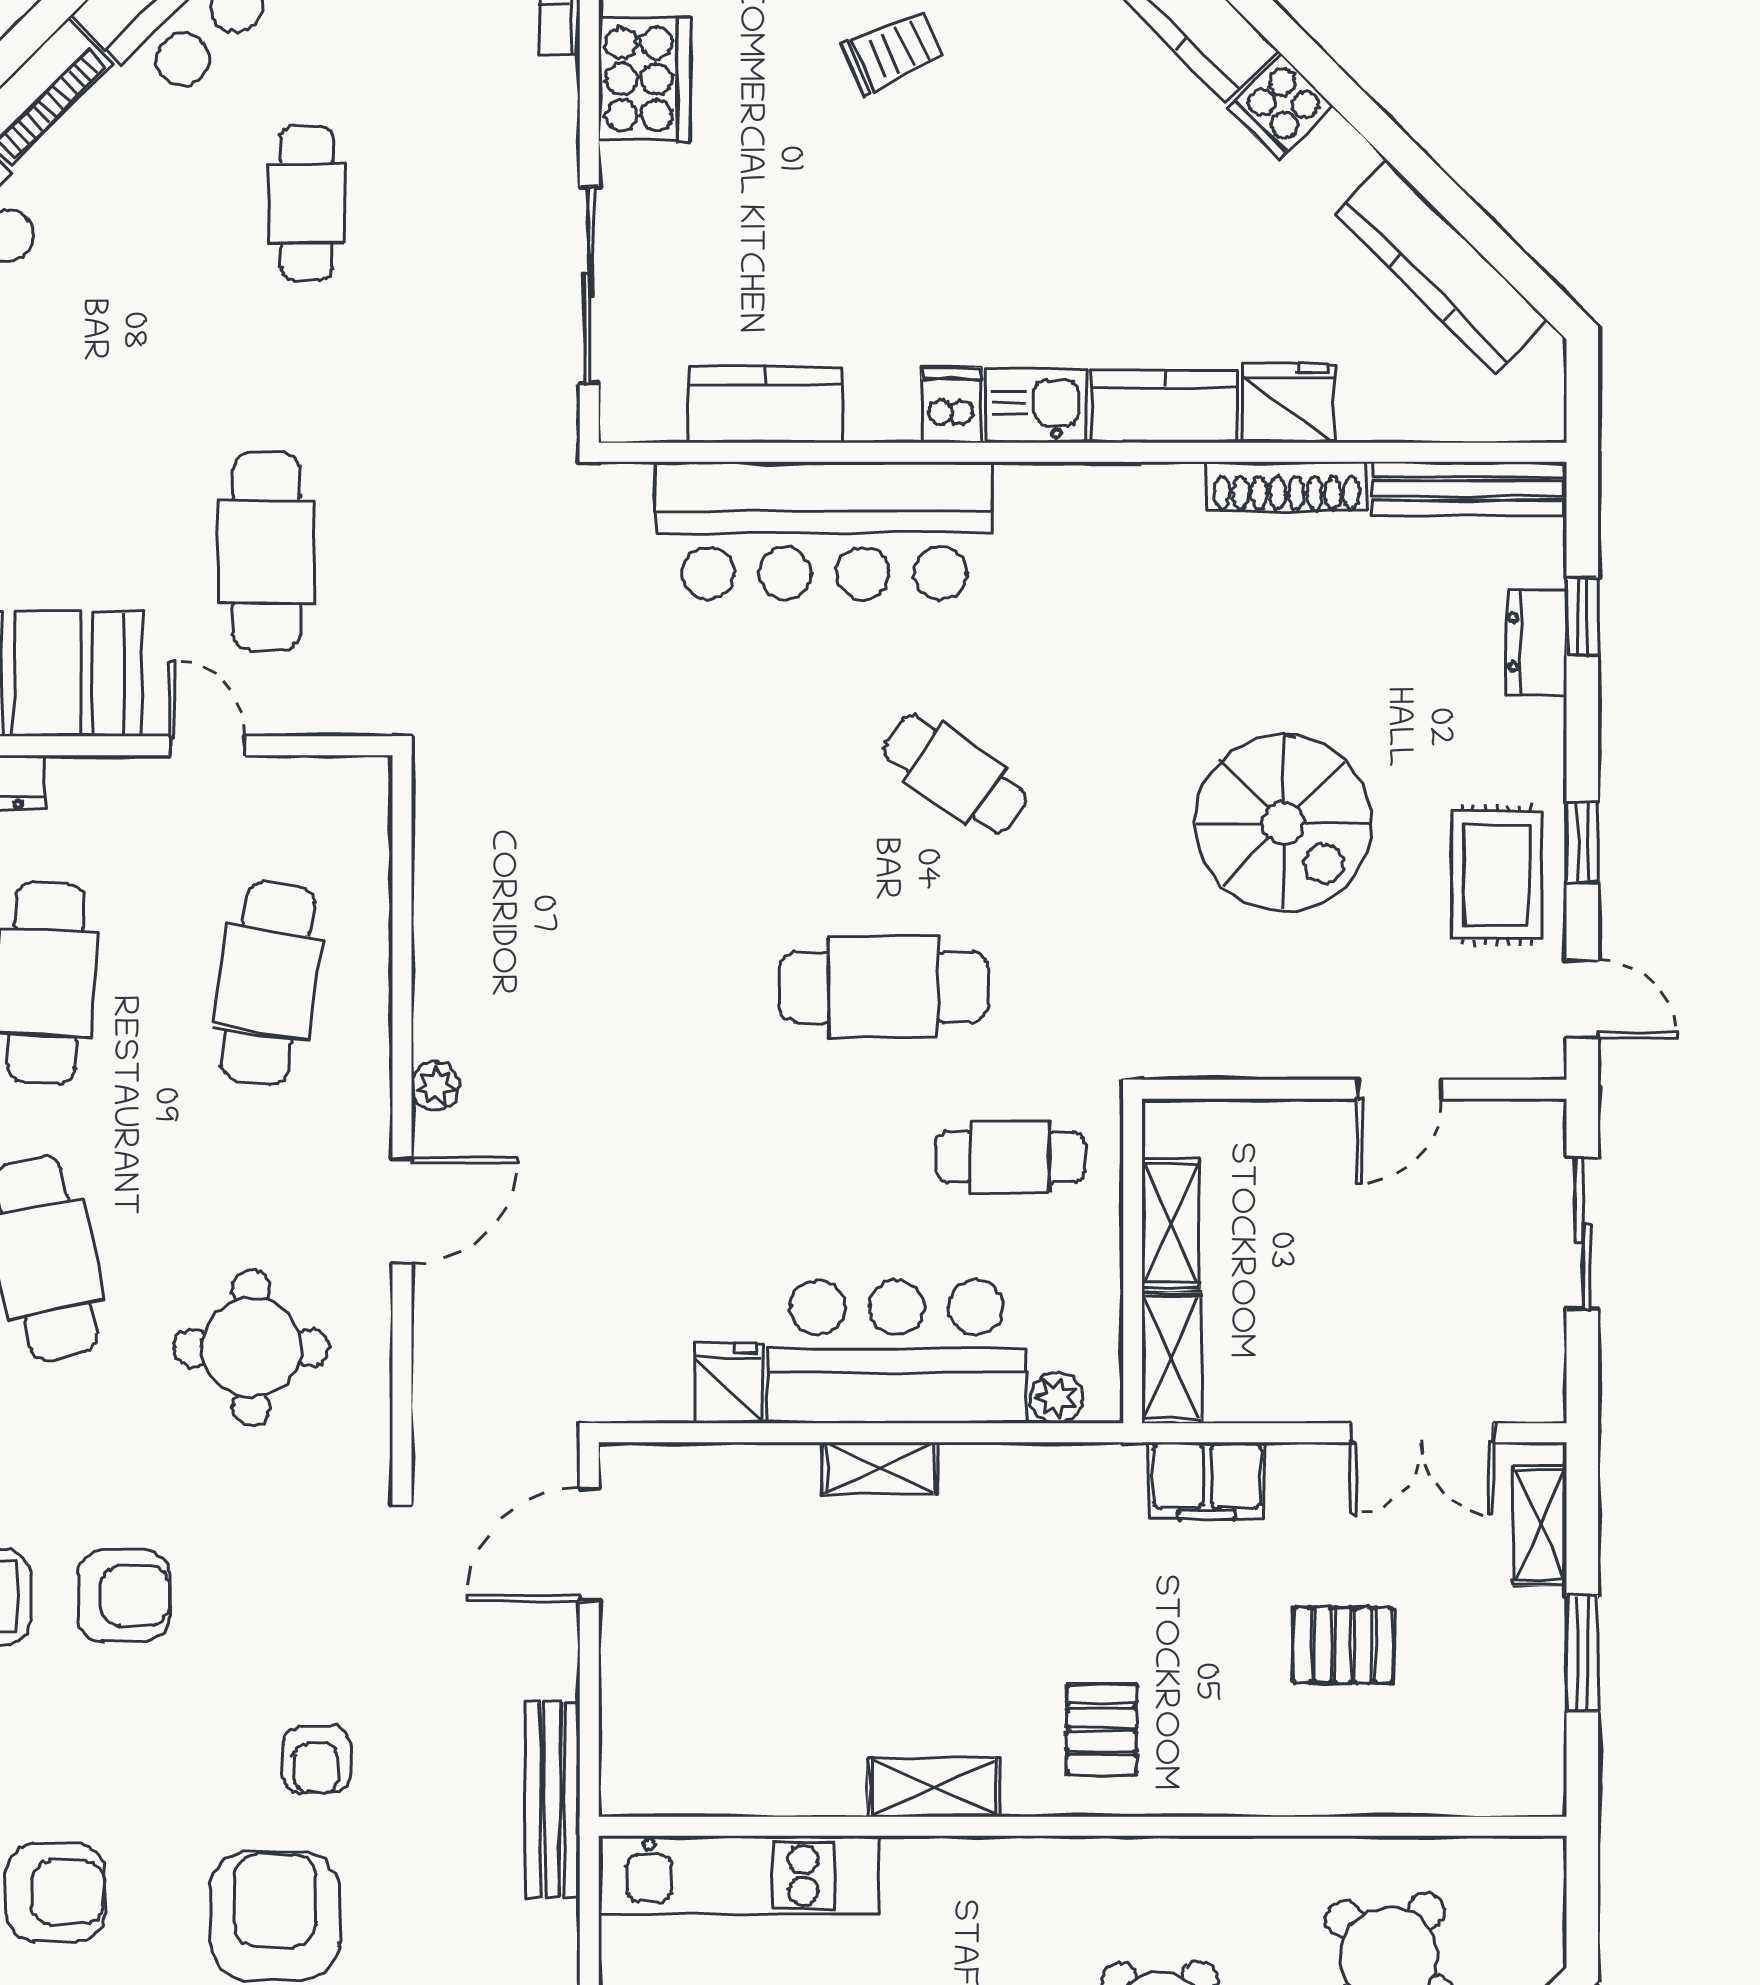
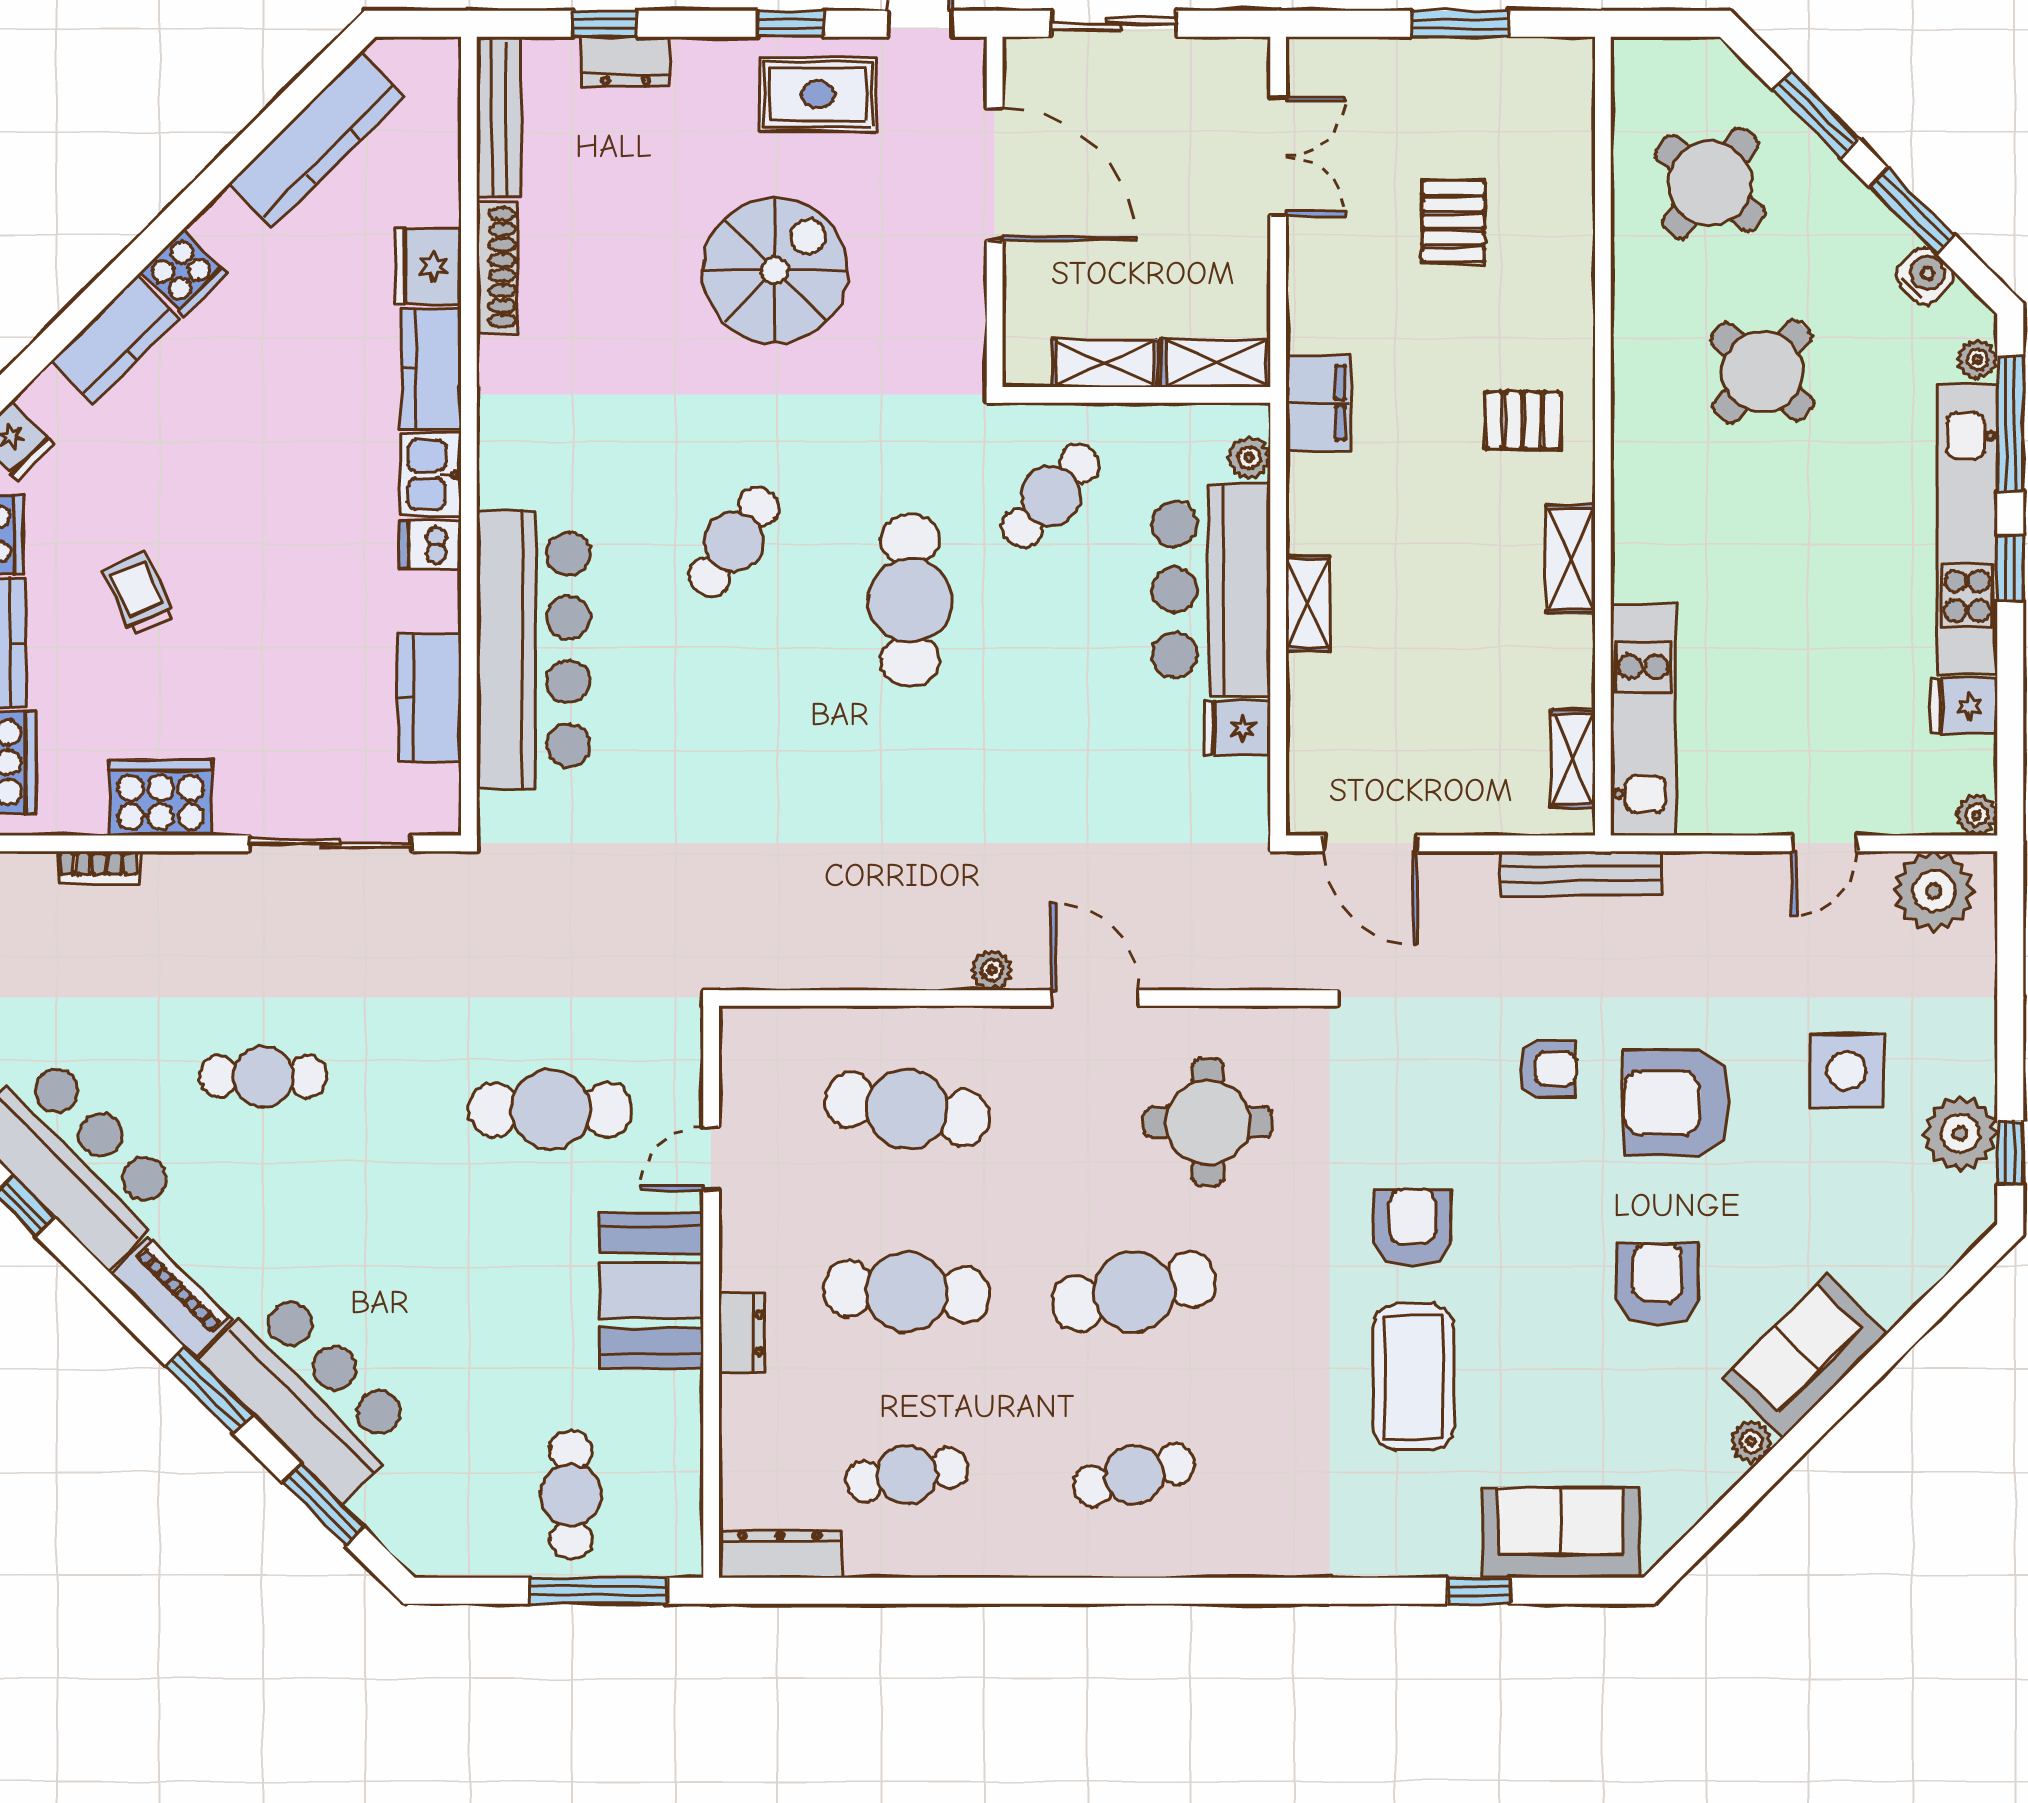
door: (1400, 1089) -> (995, 174), width x1.88
cafe table: (1010, 1157) -> (1051, 496), turned 42
filing cabinet: (1207, 1481) -> (1318, 403), moved
shelving: (1540, 1526) -> (1573, 759), moved, turned 90

